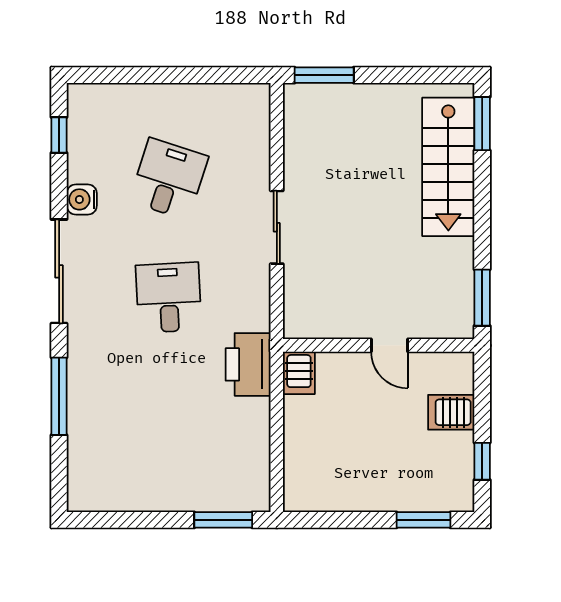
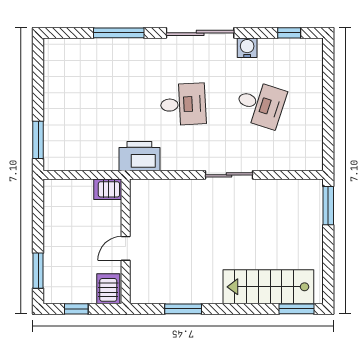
wall: (379, 345) -> (126, 241), moved
door: (390, 345) -> (126, 248), moved
server rack: (299, 373) -> (108, 189), moved

